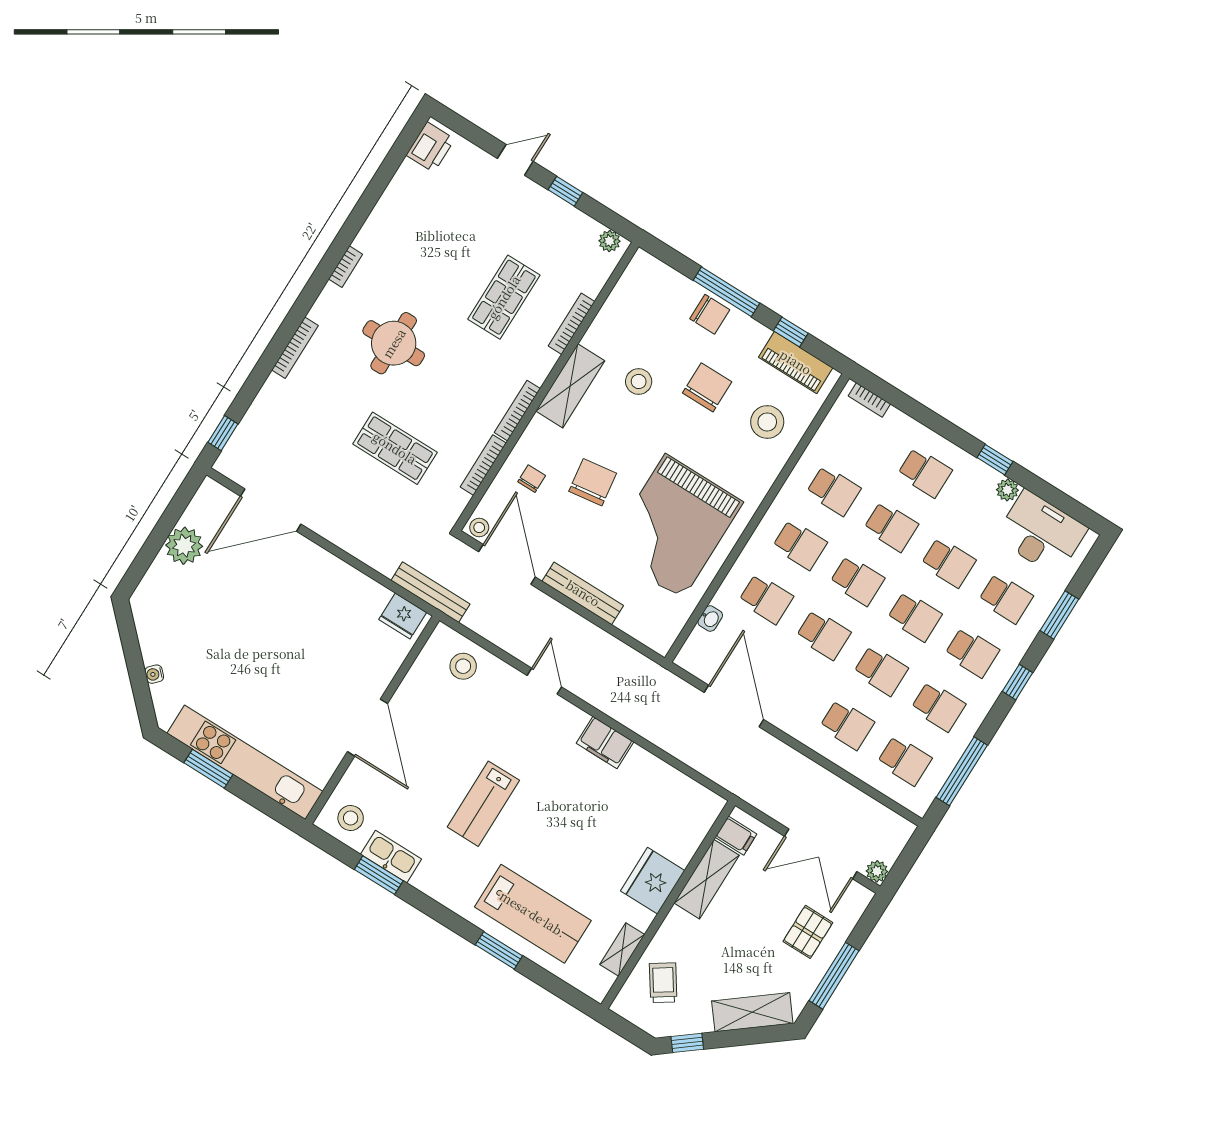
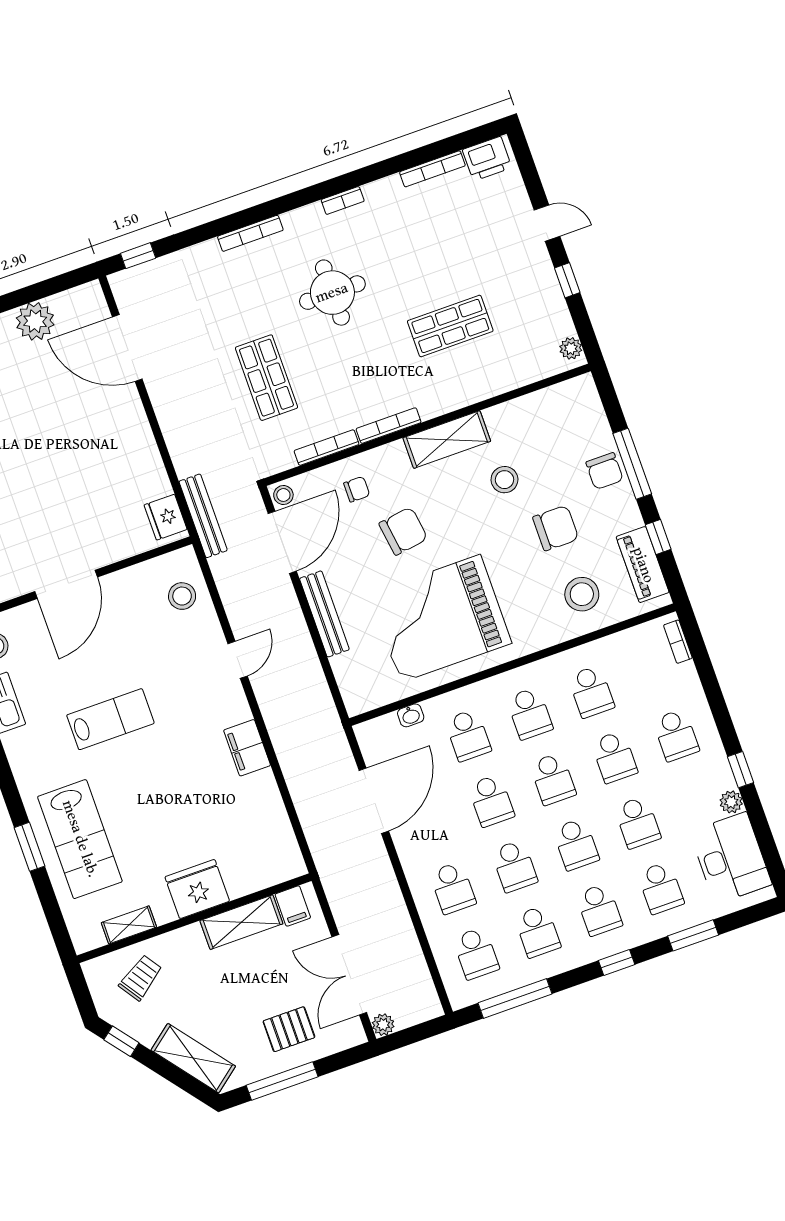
bookcase: (571, 324) -> (432, 169), moved, turned 180
lab bench: (483, 804) -> (110, 719), turned 180

